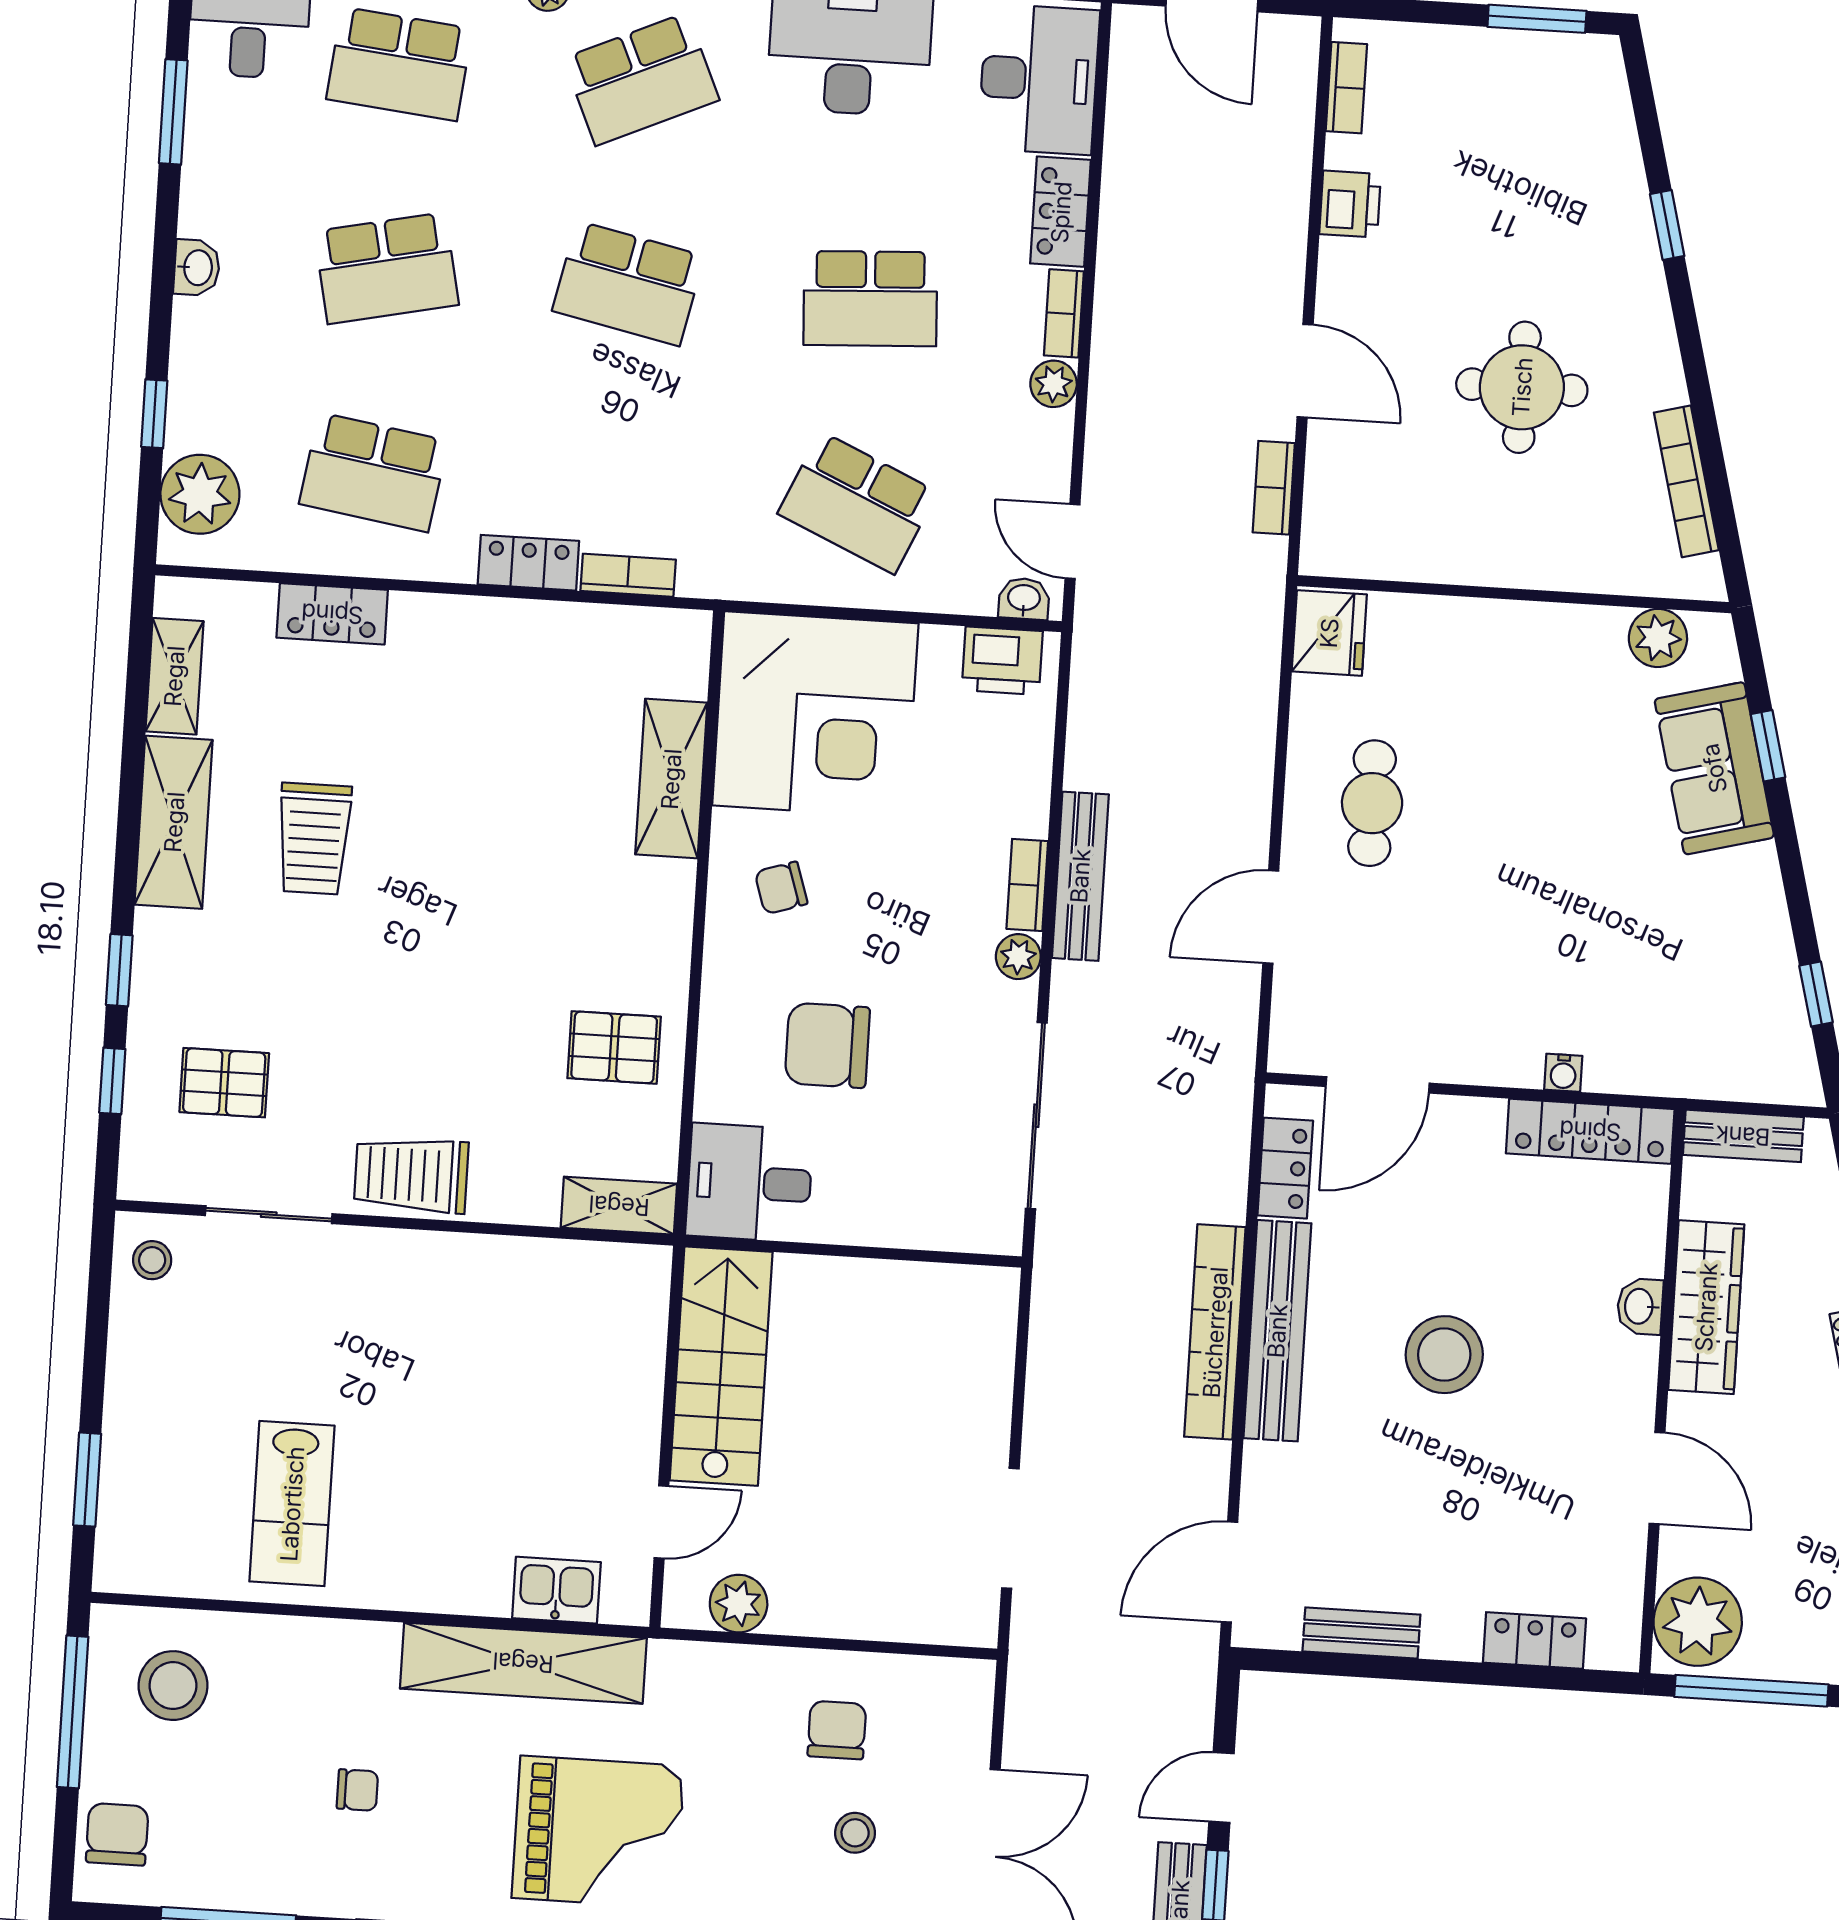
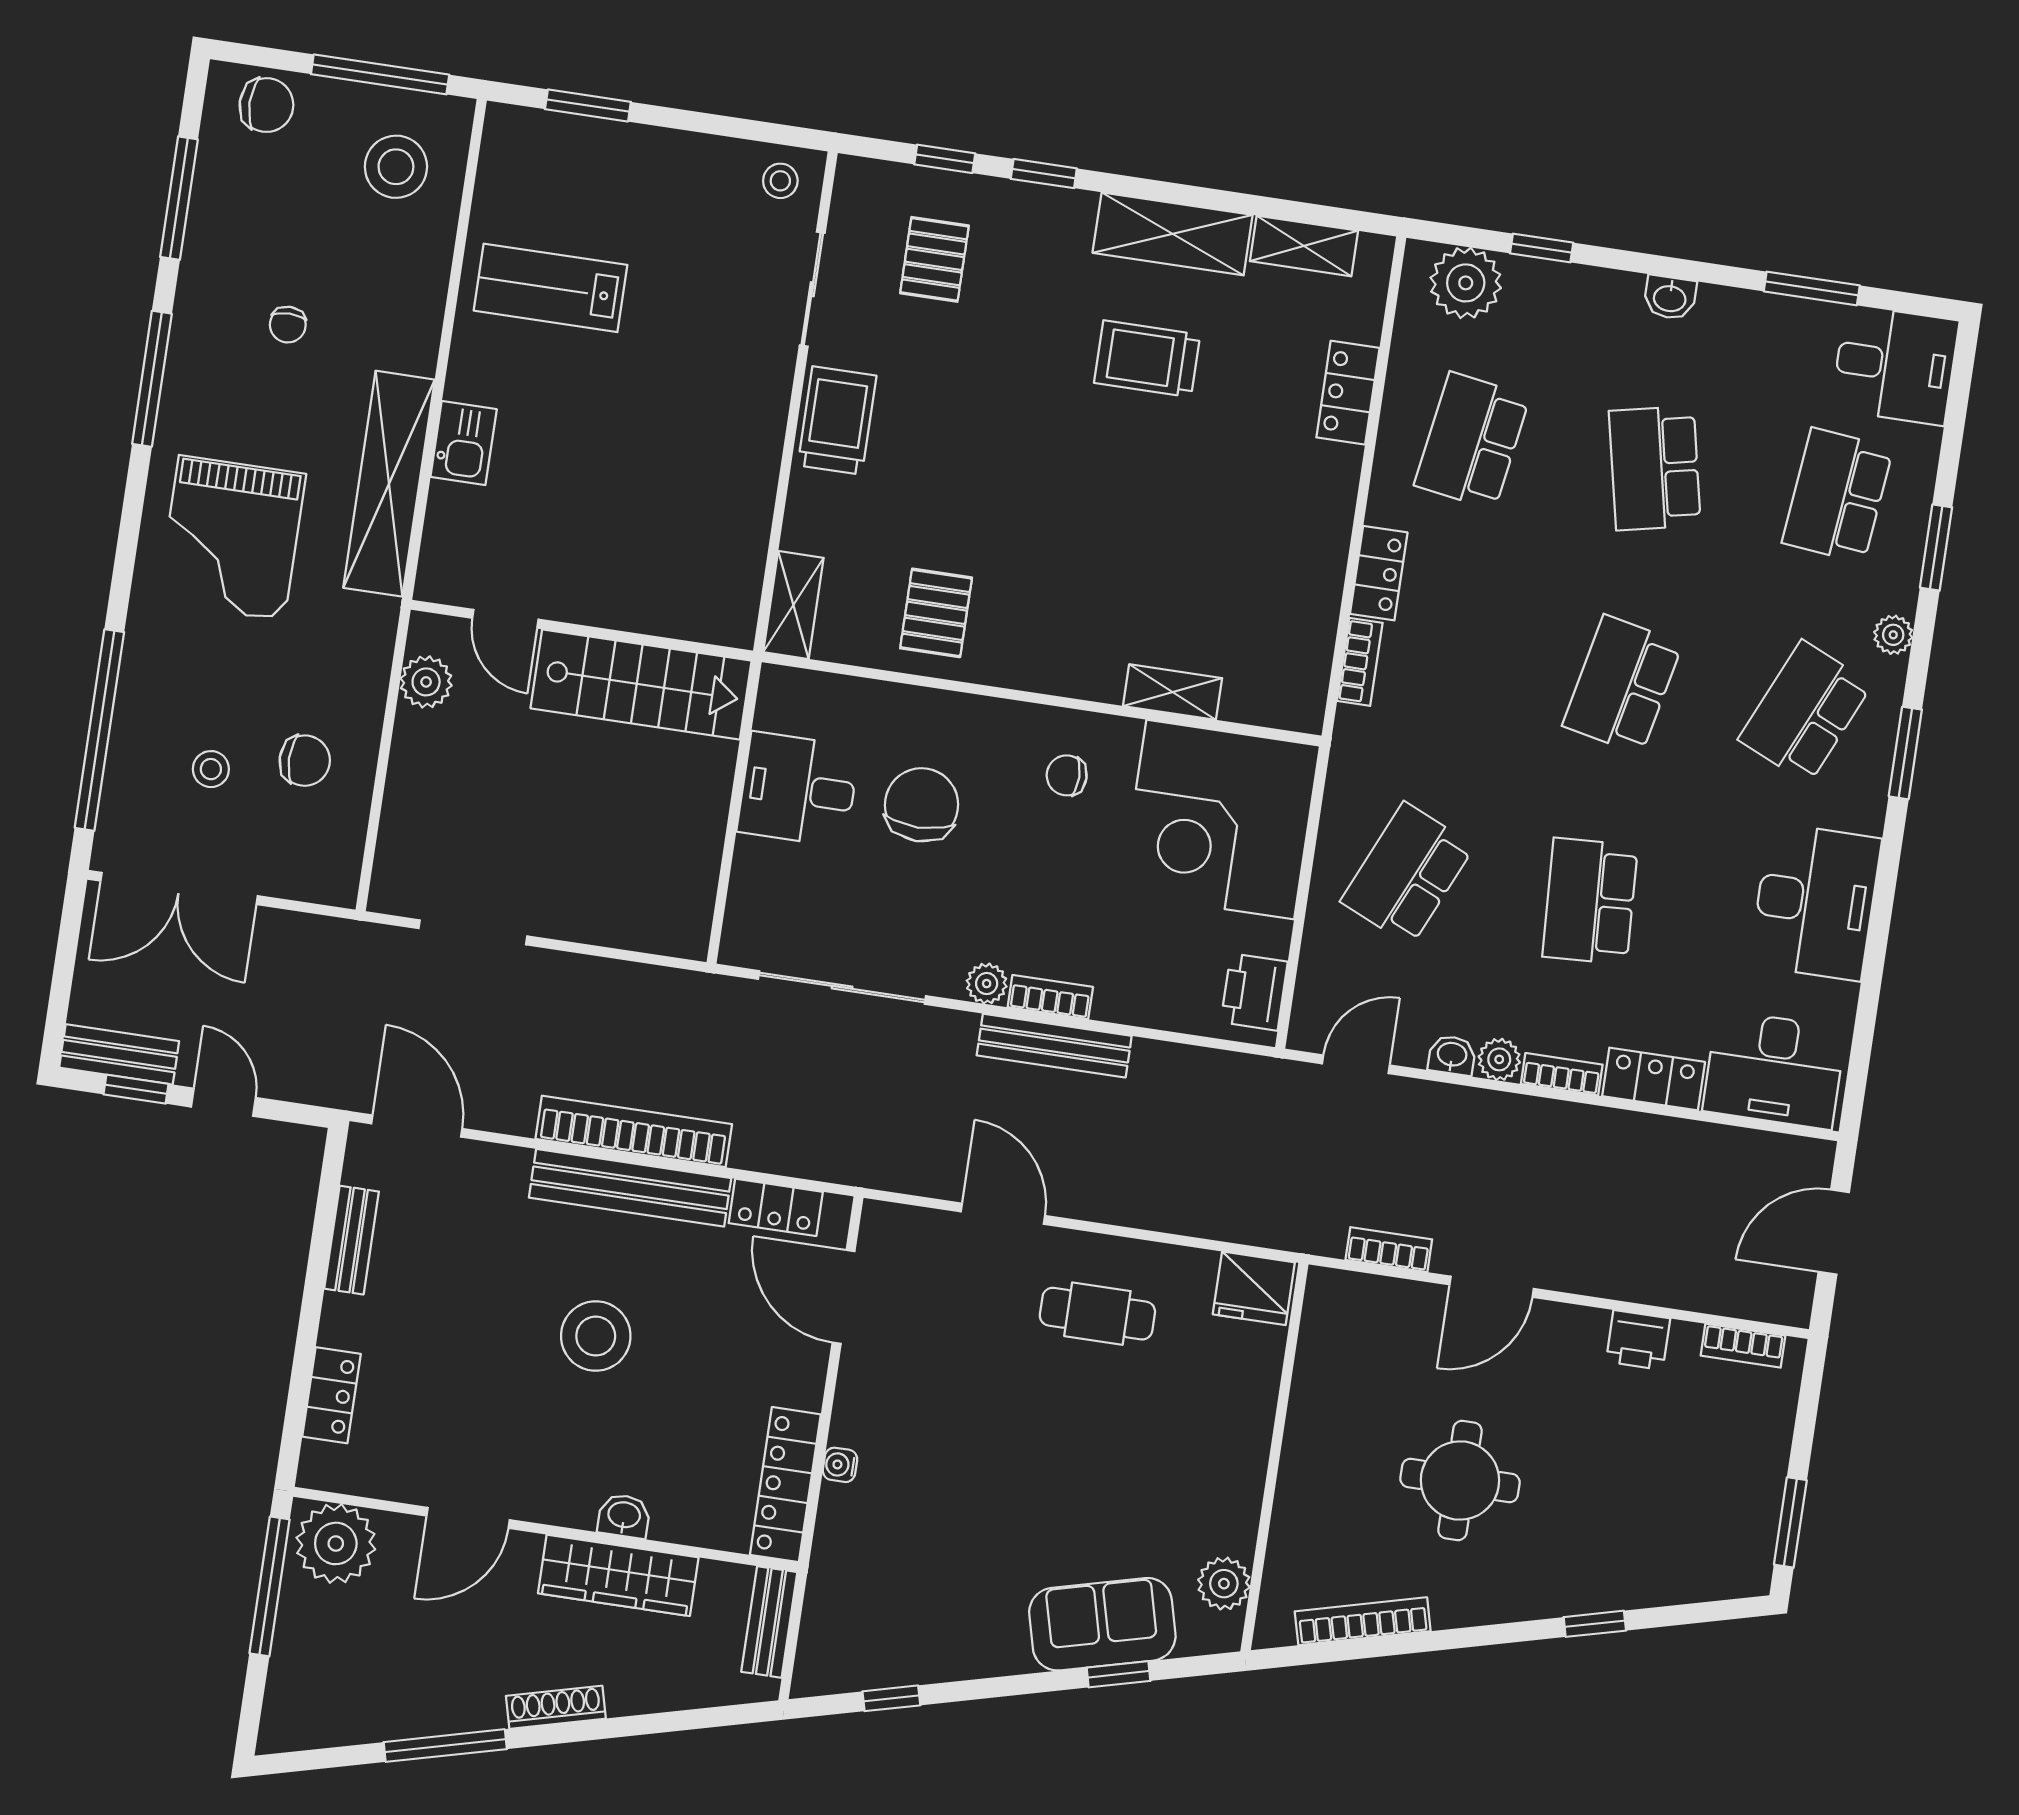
school desk: (641, 79) -> (1805, 712), turned 48
washbasin: (1024, 599) -> (1452, 1055), moved, turned -90
shelving: (671, 779) -> (1173, 692), width x0.67, depth x0.75
chair: (781, 888) -> (1067, 775), turned -72
desk: (749, 1183) -> (798, 789), moved, turned -90
kitchen sink: (556, 1590) -> (464, 443), moved

